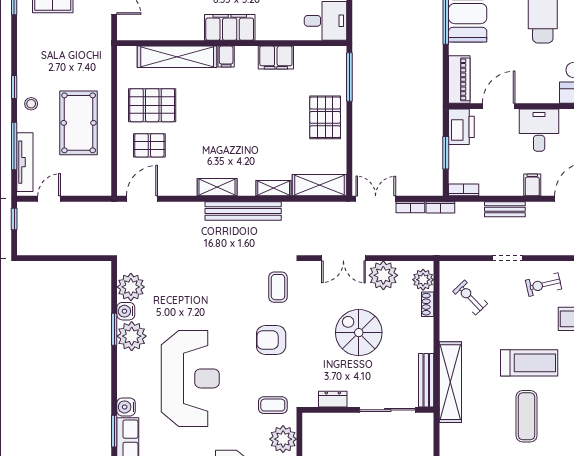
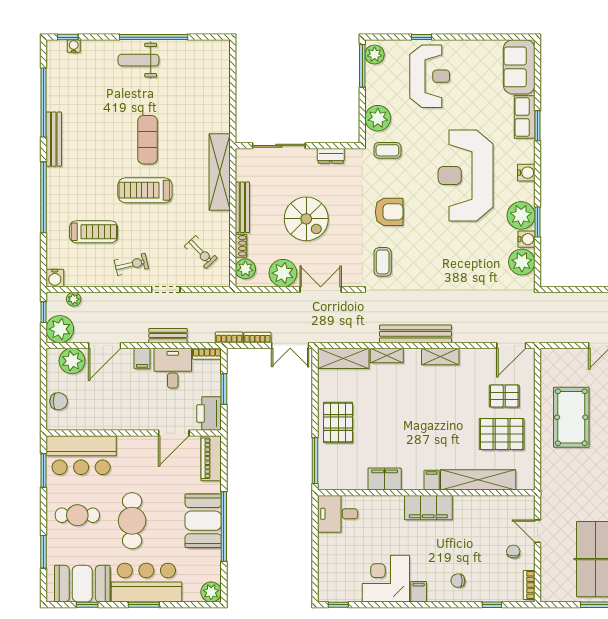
desk: (539, 130) -> (173, 368), moved, turned 180
bench: (426, 380) -> (242, 207), moved
water cooler: (126, 407) -> (526, 173), moved

